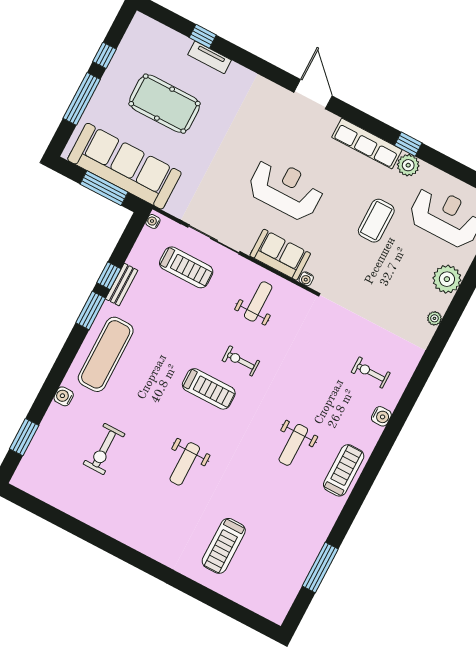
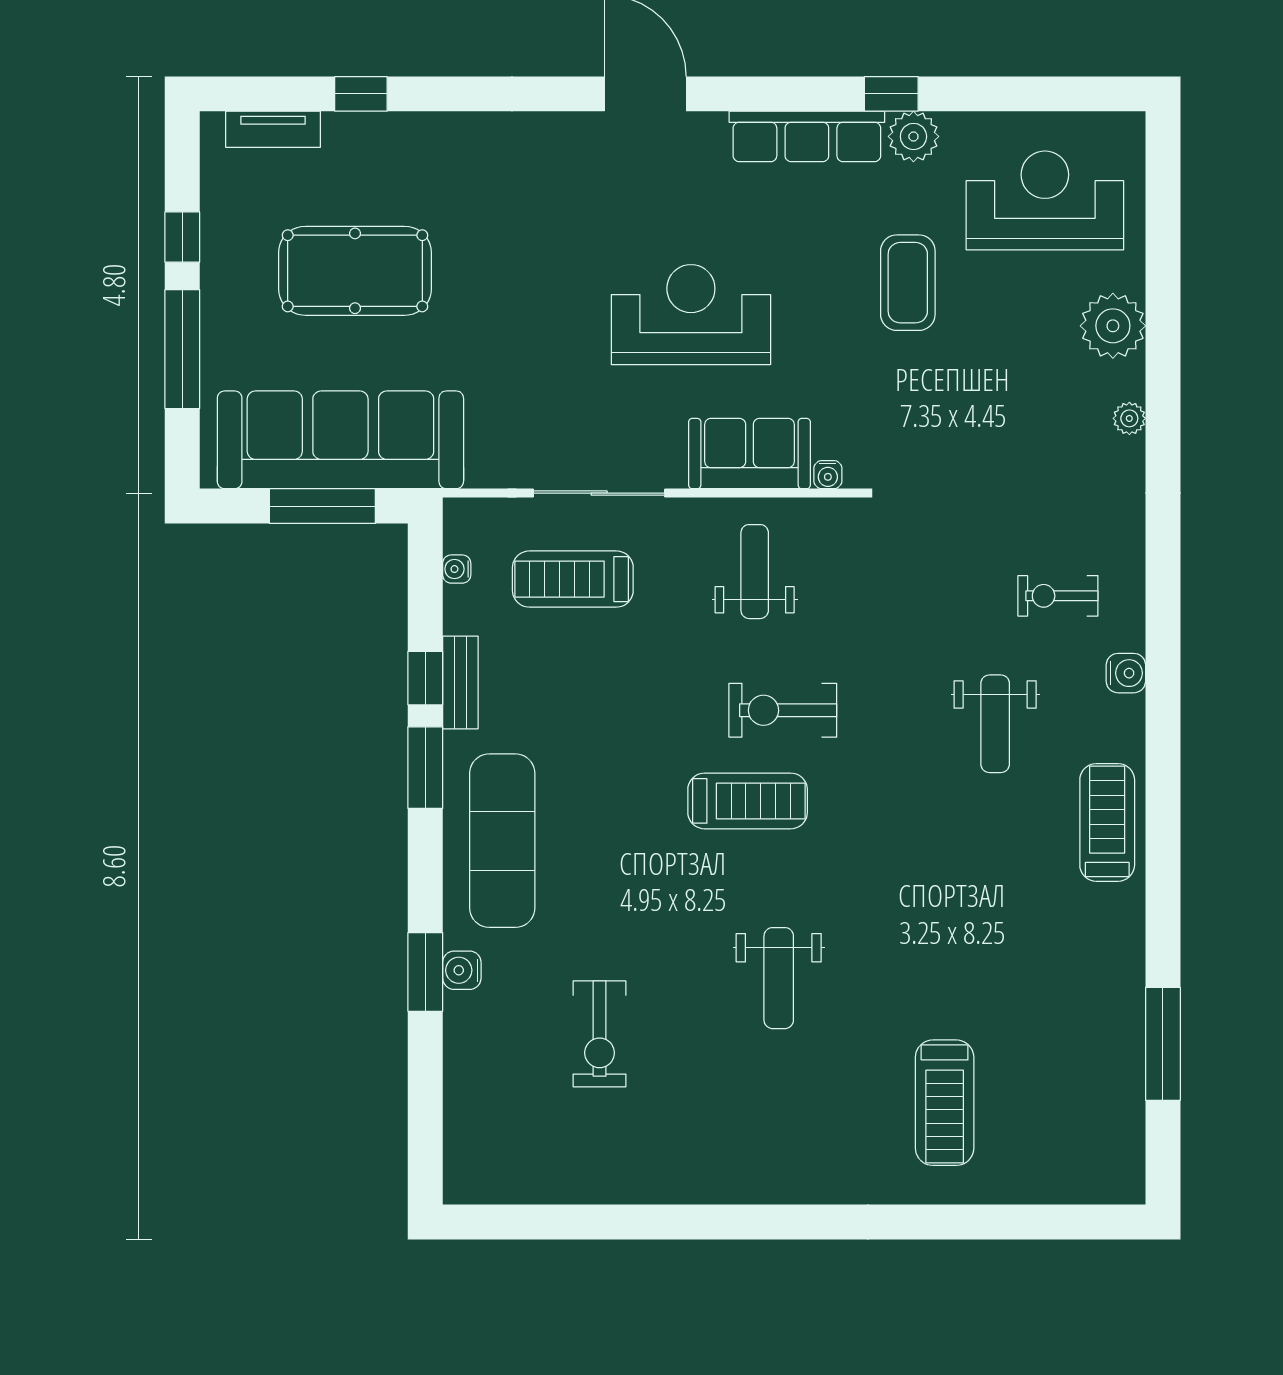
tv unit: (210, 57) -> (273, 129), moved
water cooler: (153, 221) -> (457, 569), moved
treadmill: (186, 267) -> (573, 579), turned 180
exercise bike: (241, 361) -> (783, 710), width x1.38, depth x1.39
window: (24, 437) -> (425, 972), moved
weight bench: (293, 445) -> (995, 724), moved

